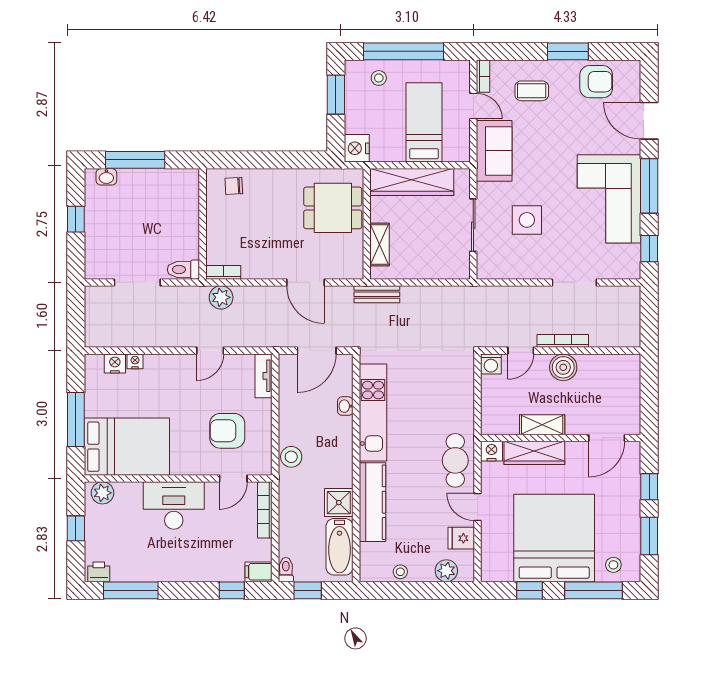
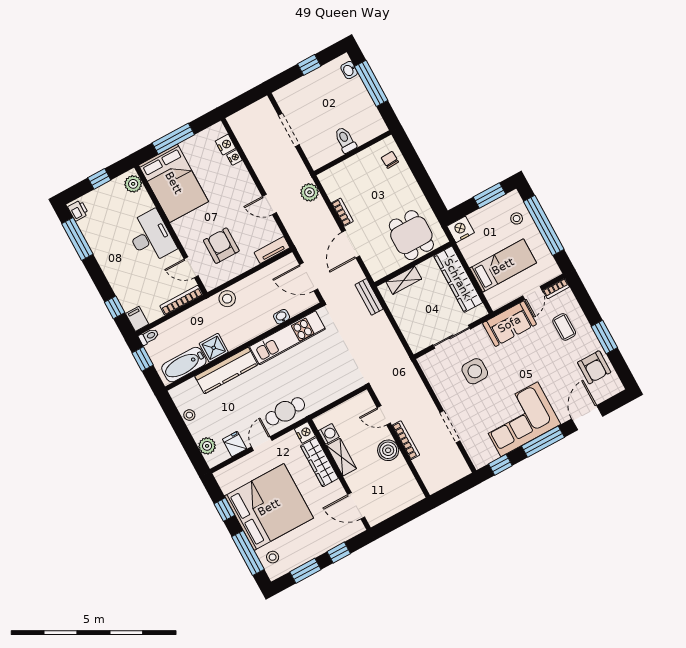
toilet: (183, 270) -> (345, 140), moved
bookcase: (223, 272) -> (342, 212), moved
washing machine: (491, 364) -> (329, 434), moved, turned 180

